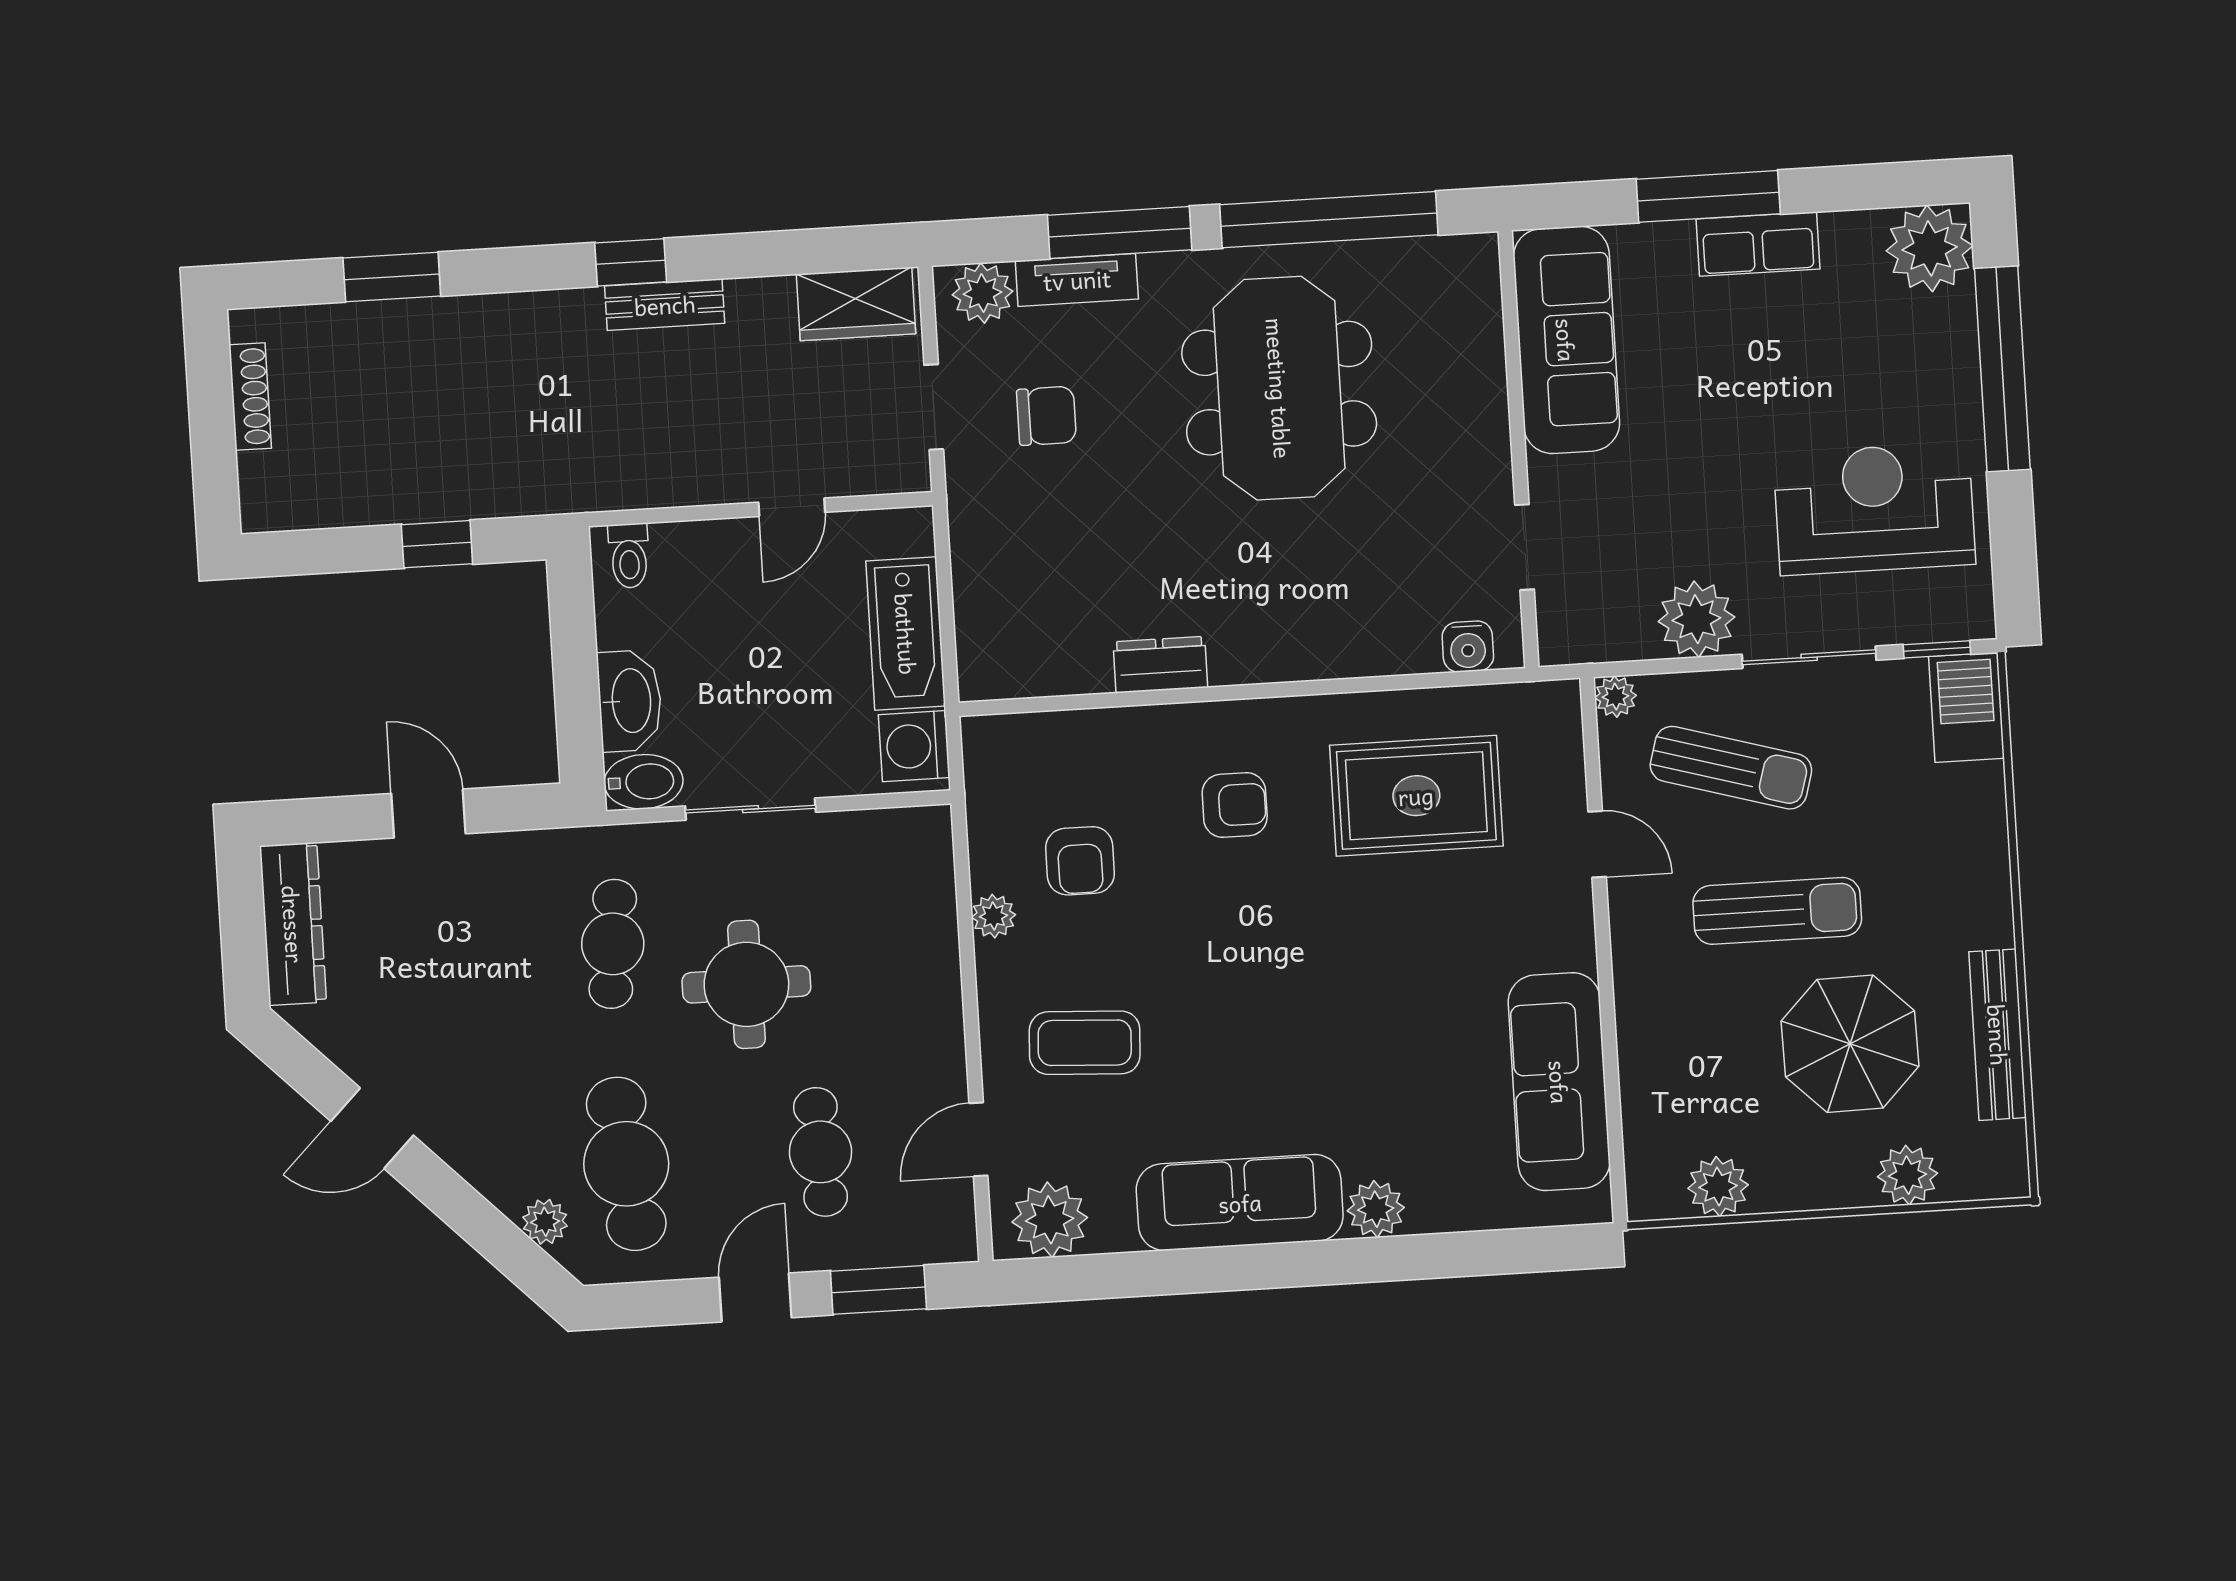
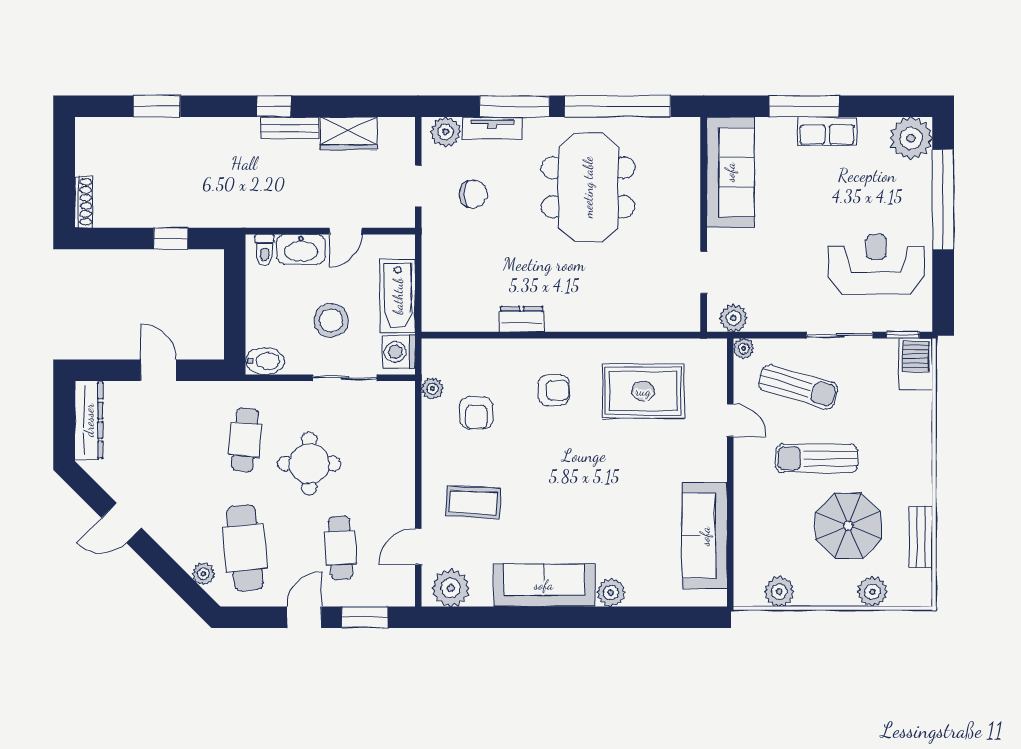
wardrobe: (856, 304) -> (349, 133), moved
shoe rack: (250, 396) -> (84, 202), moved
plant: (1696, 619) -> (733, 318), moved, width x0.73, depth x0.73
water cooler: (1468, 647) -> (673, 320), removed
stool: (773, 691) -> (331, 320), added
washbasin: (630, 701) -> (301, 249), moved, turned 90
sliding door: (750, 809) -> (345, 378), moved
sun lounger: (1777, 911) -> (817, 458), turned 180
plant: (993, 916) -> (432, 389), moved
bench: (1998, 1035) -> (921, 537), width x0.73

